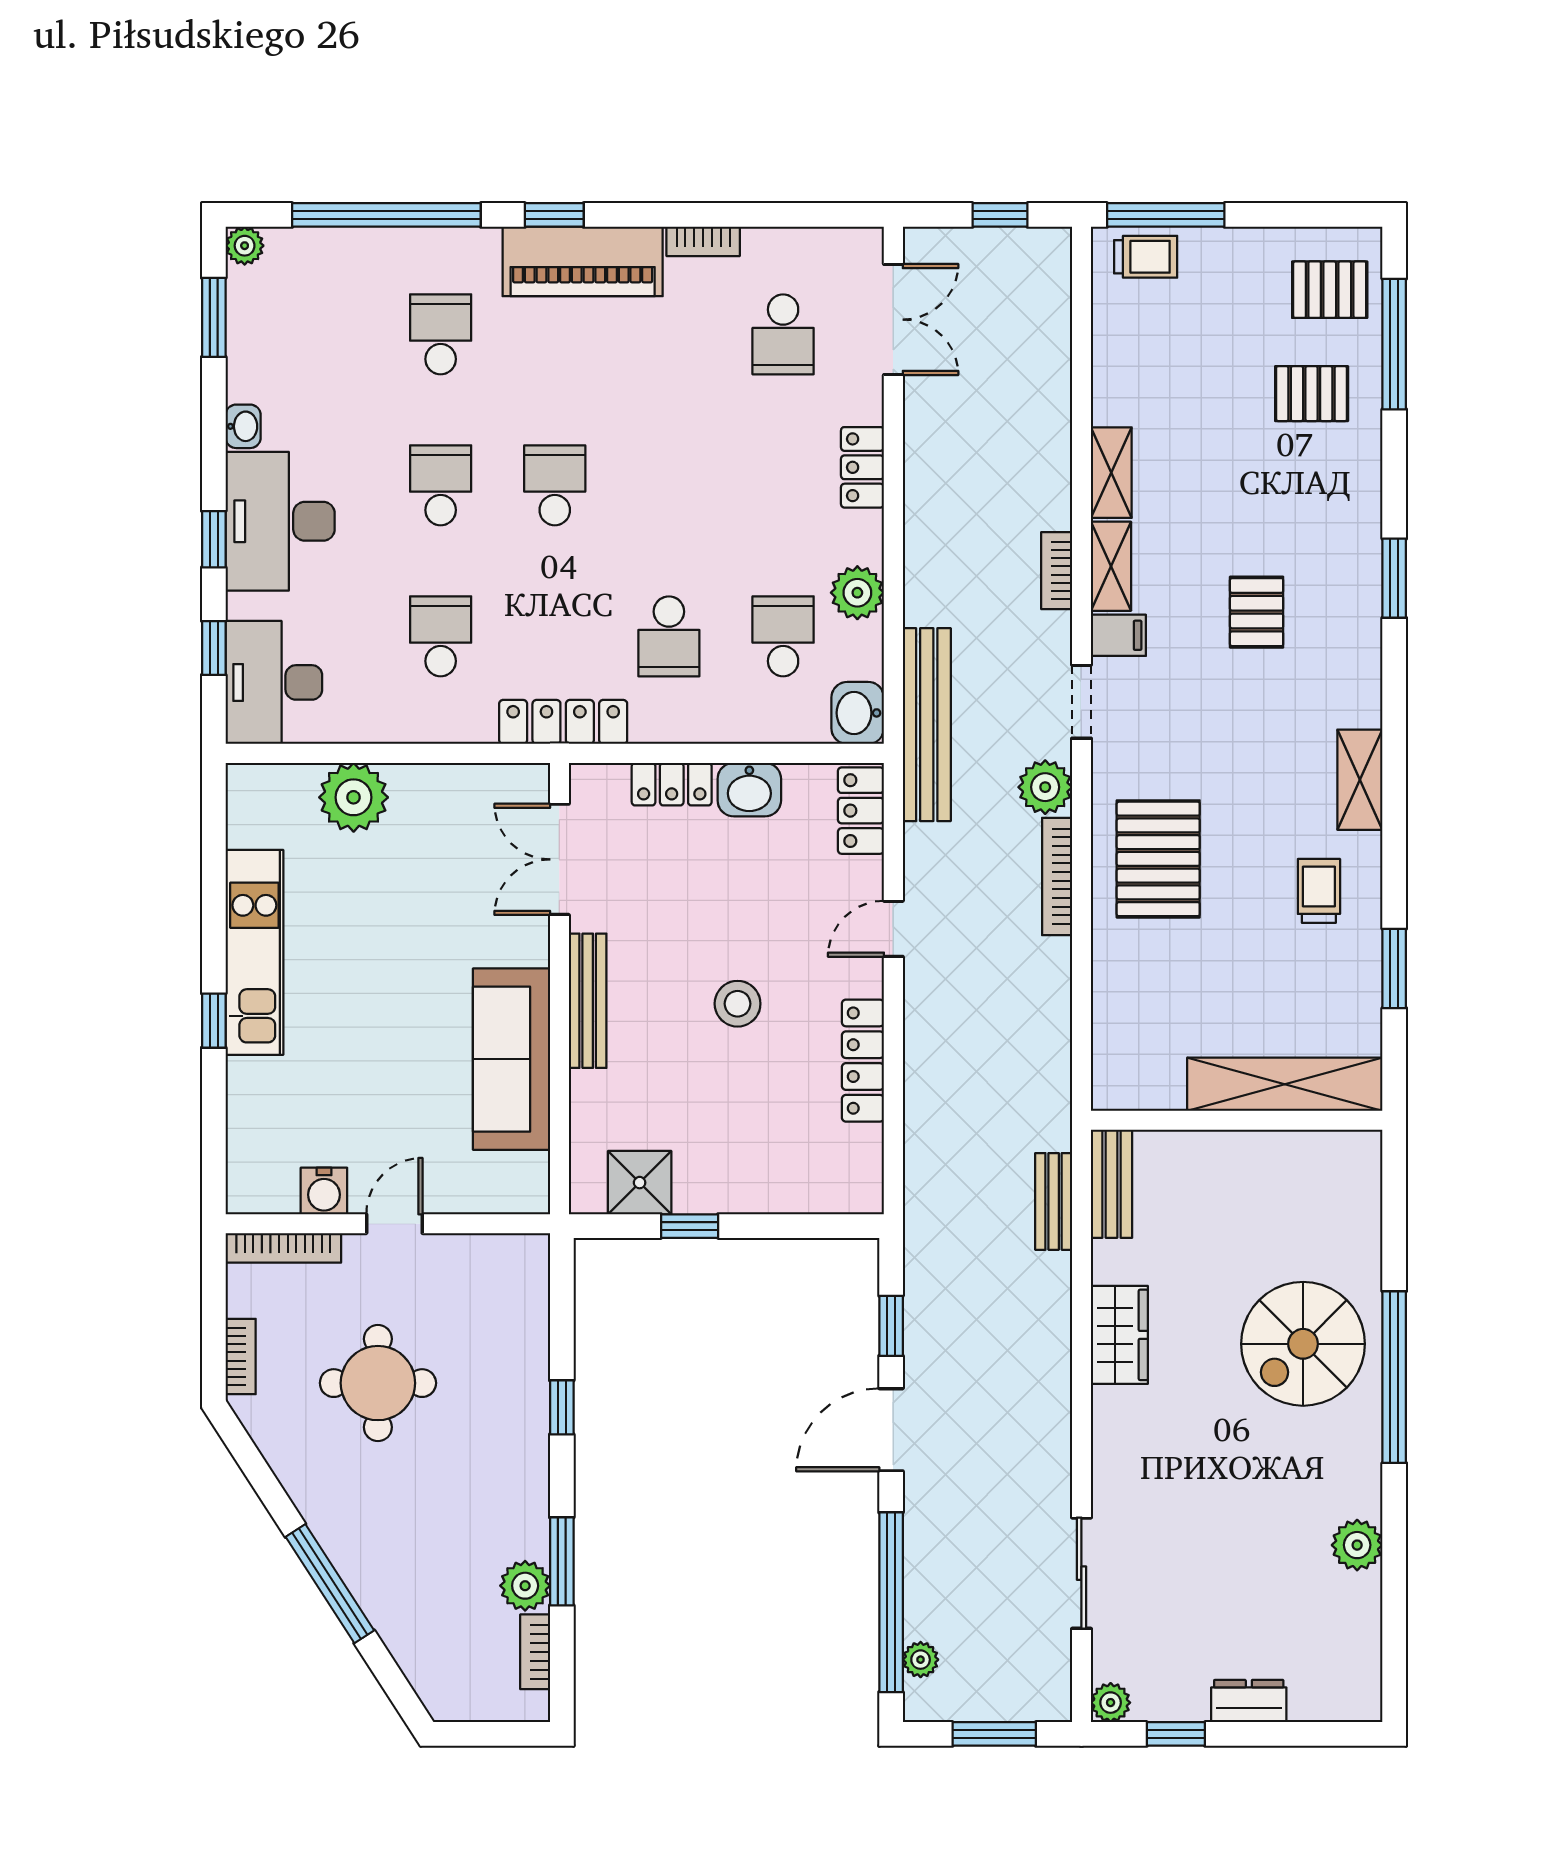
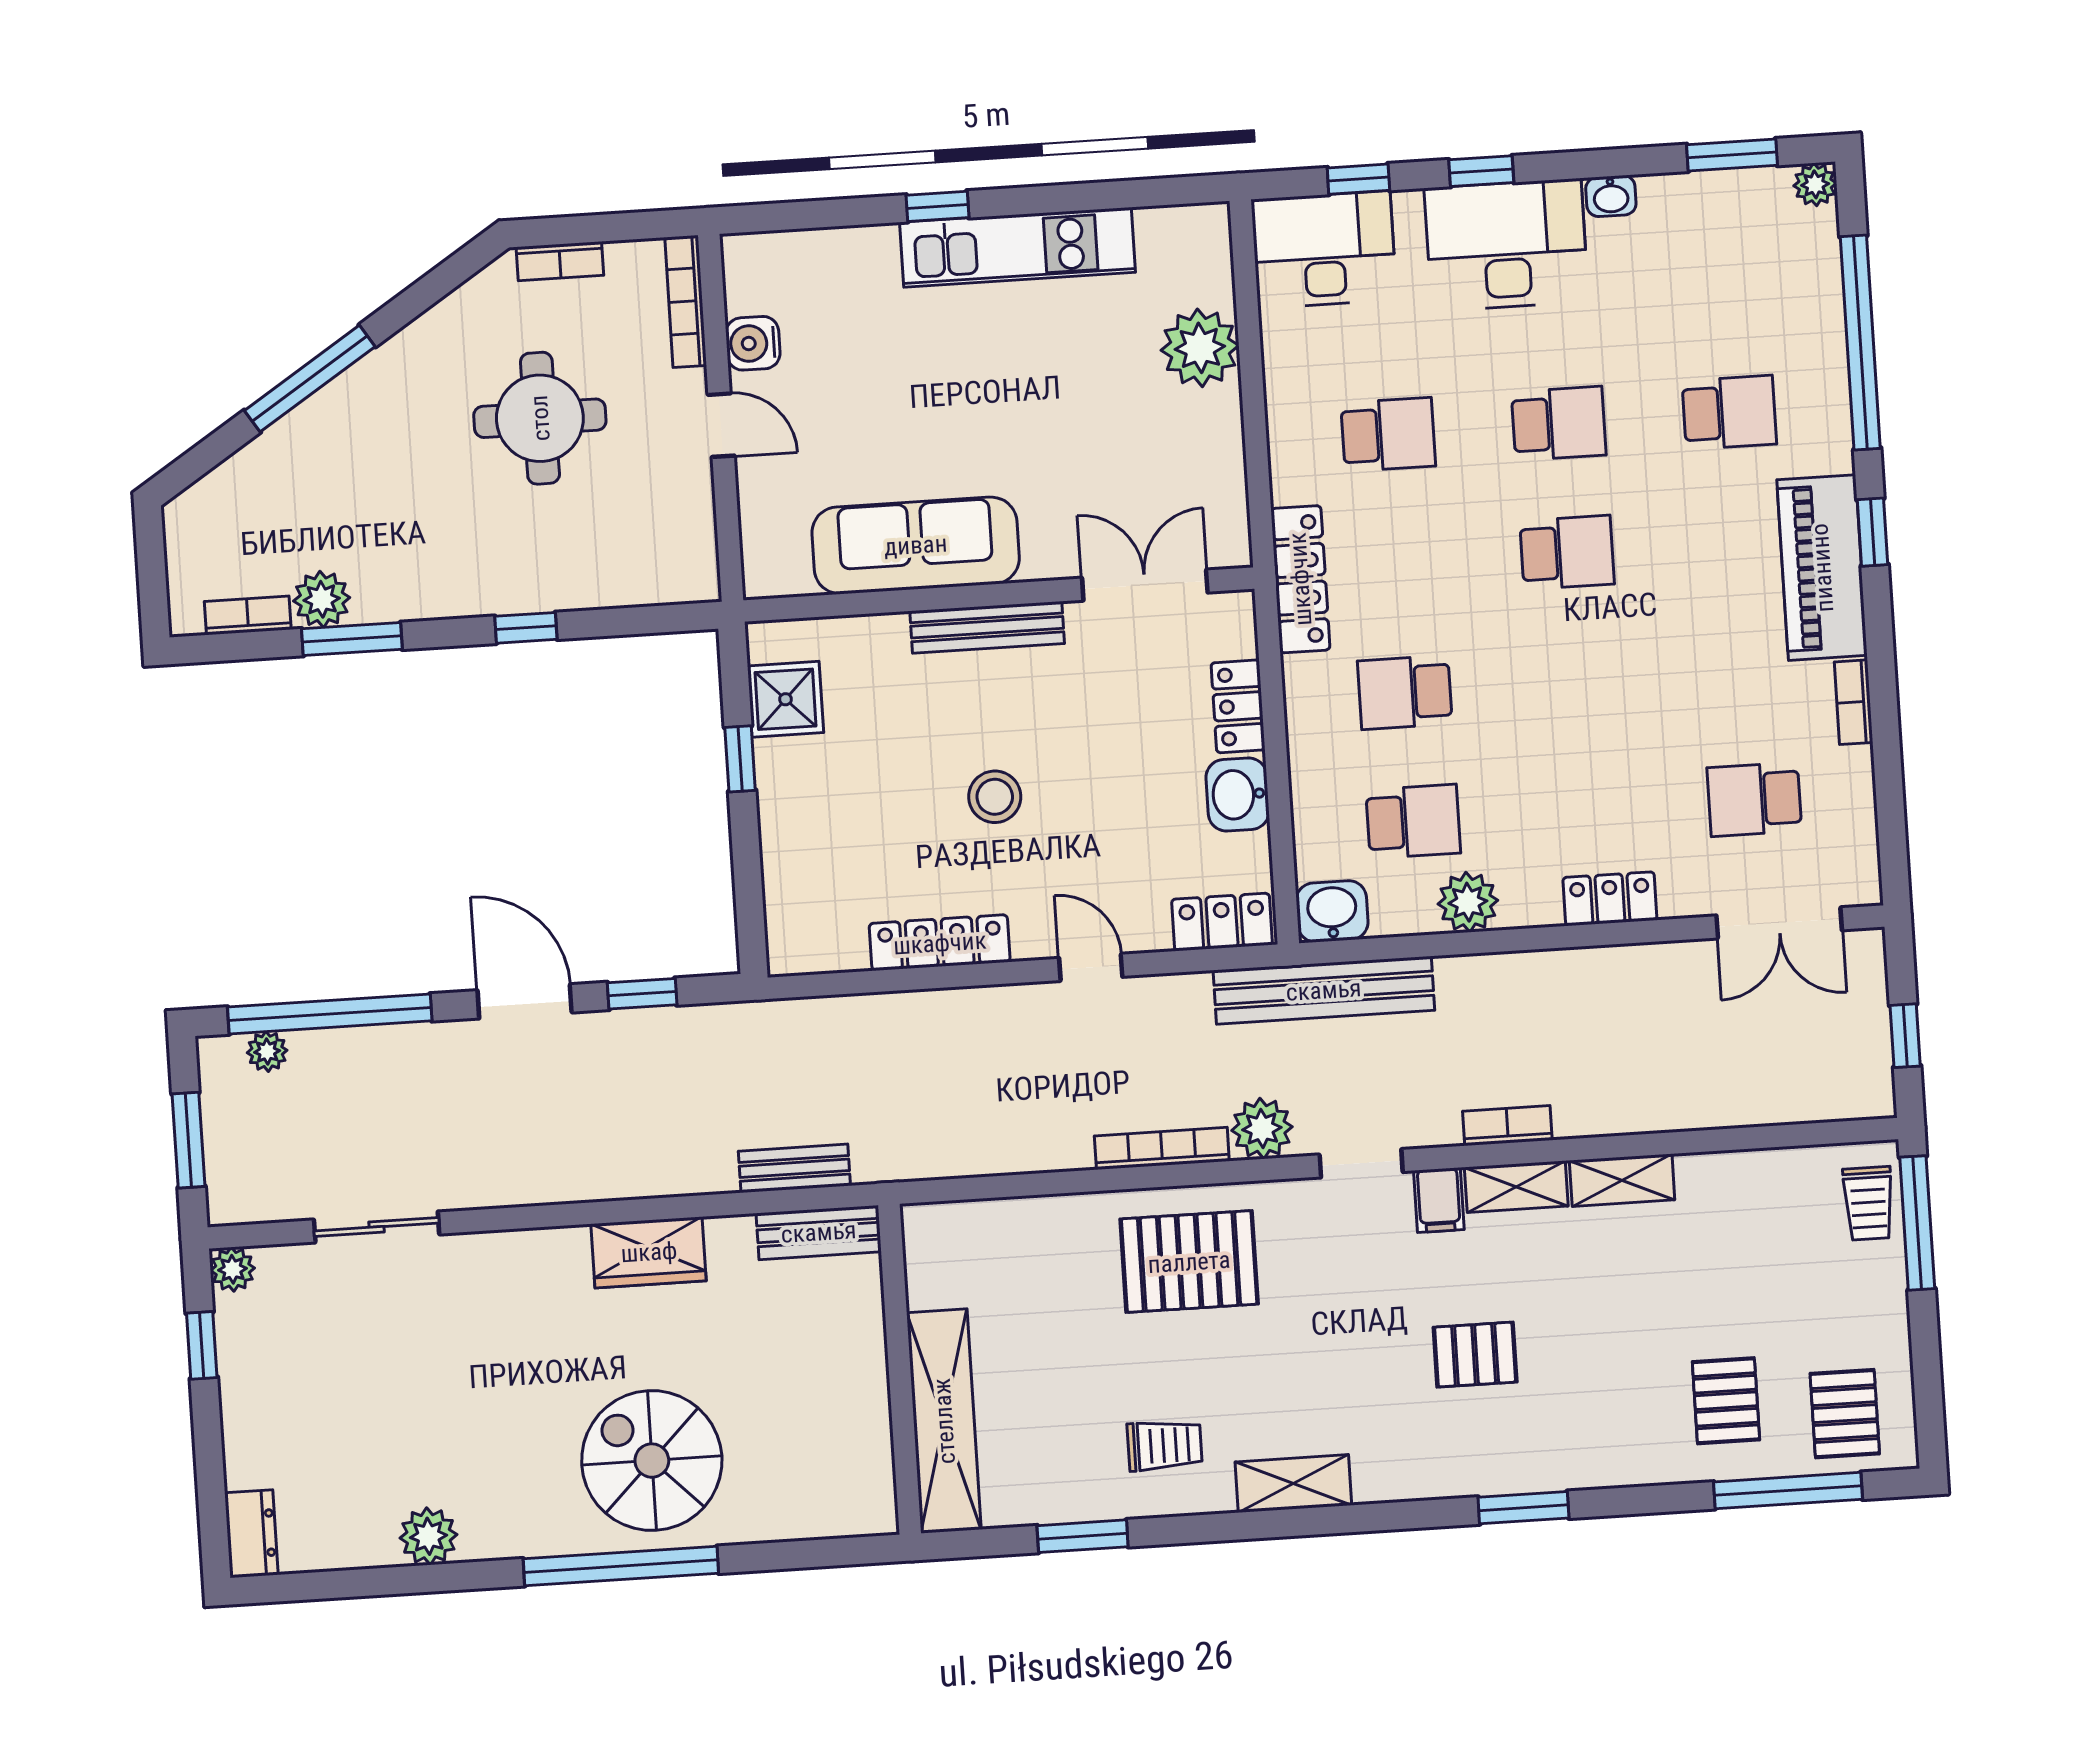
dresser: (1249, 1701) -> (251, 1534), moved

